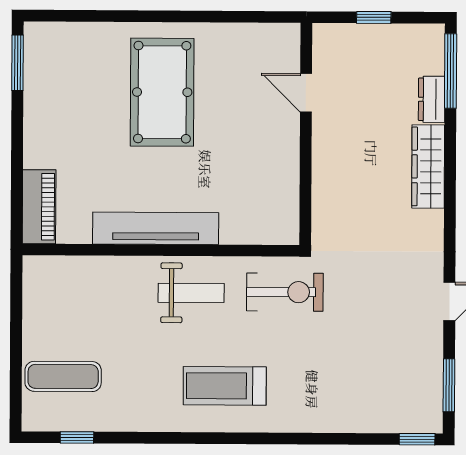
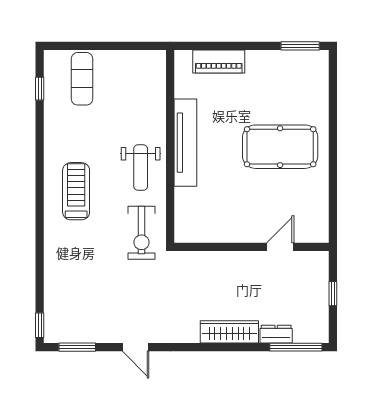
piano: (39, 207) -> (219, 61), moved

